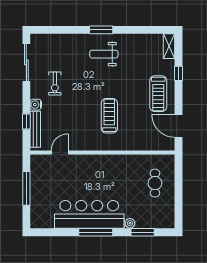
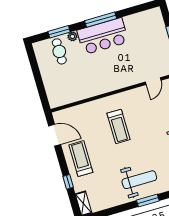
weight bench: (104, 54) -> (139, 180), width x1.36, depth x1.33
cafe table: (155, 183) -> (59, 51), moved
bar counter: (89, 214) -> (103, 36), width x0.73

